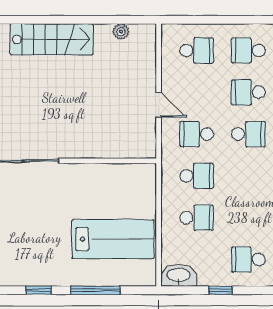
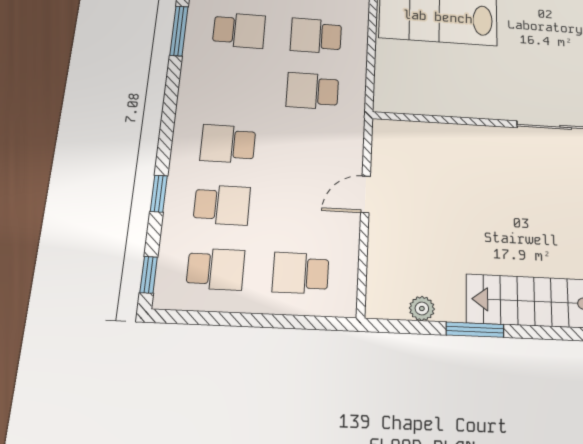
window: (88, 20) -> (475, 330), added
door: (159, 105) -> (365, 194), hinge flipped
school desk: (197, 134) -> (239, 30), moved

